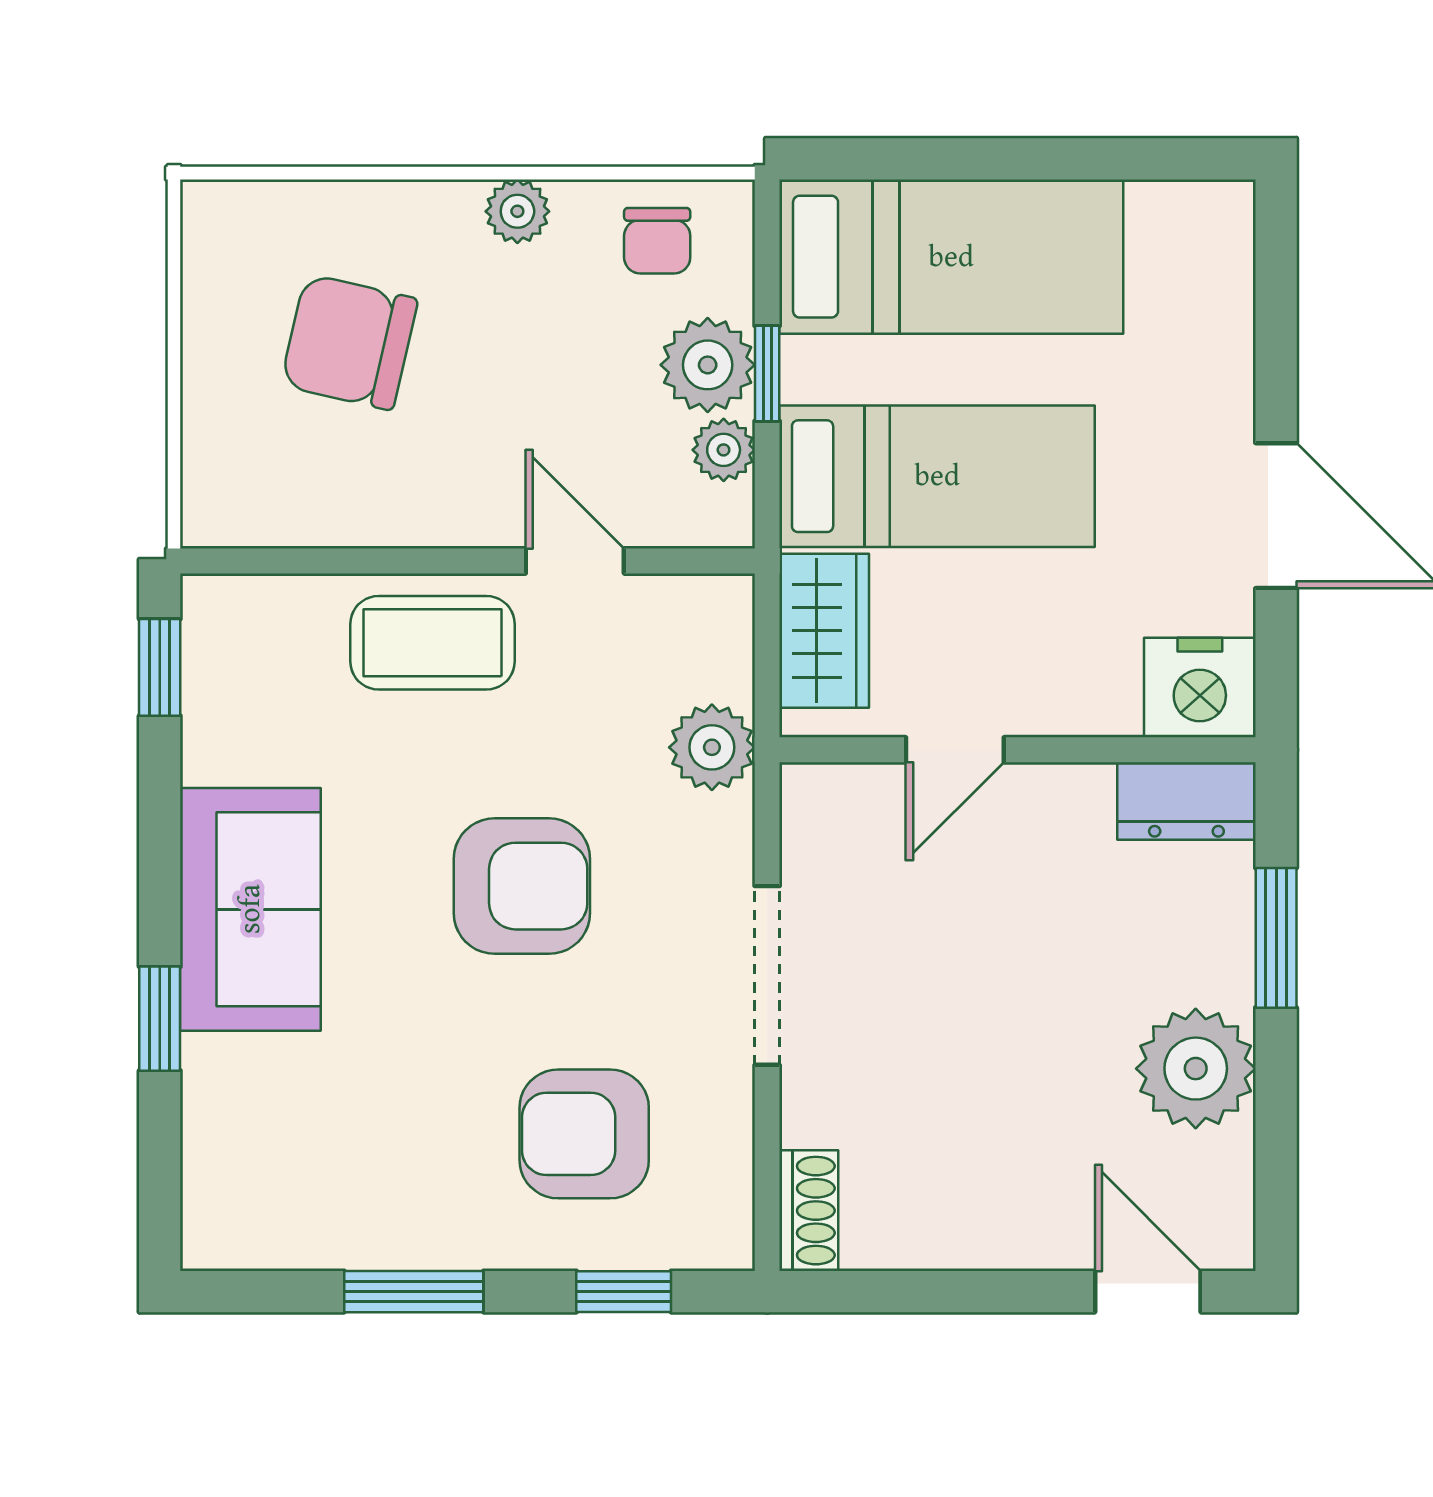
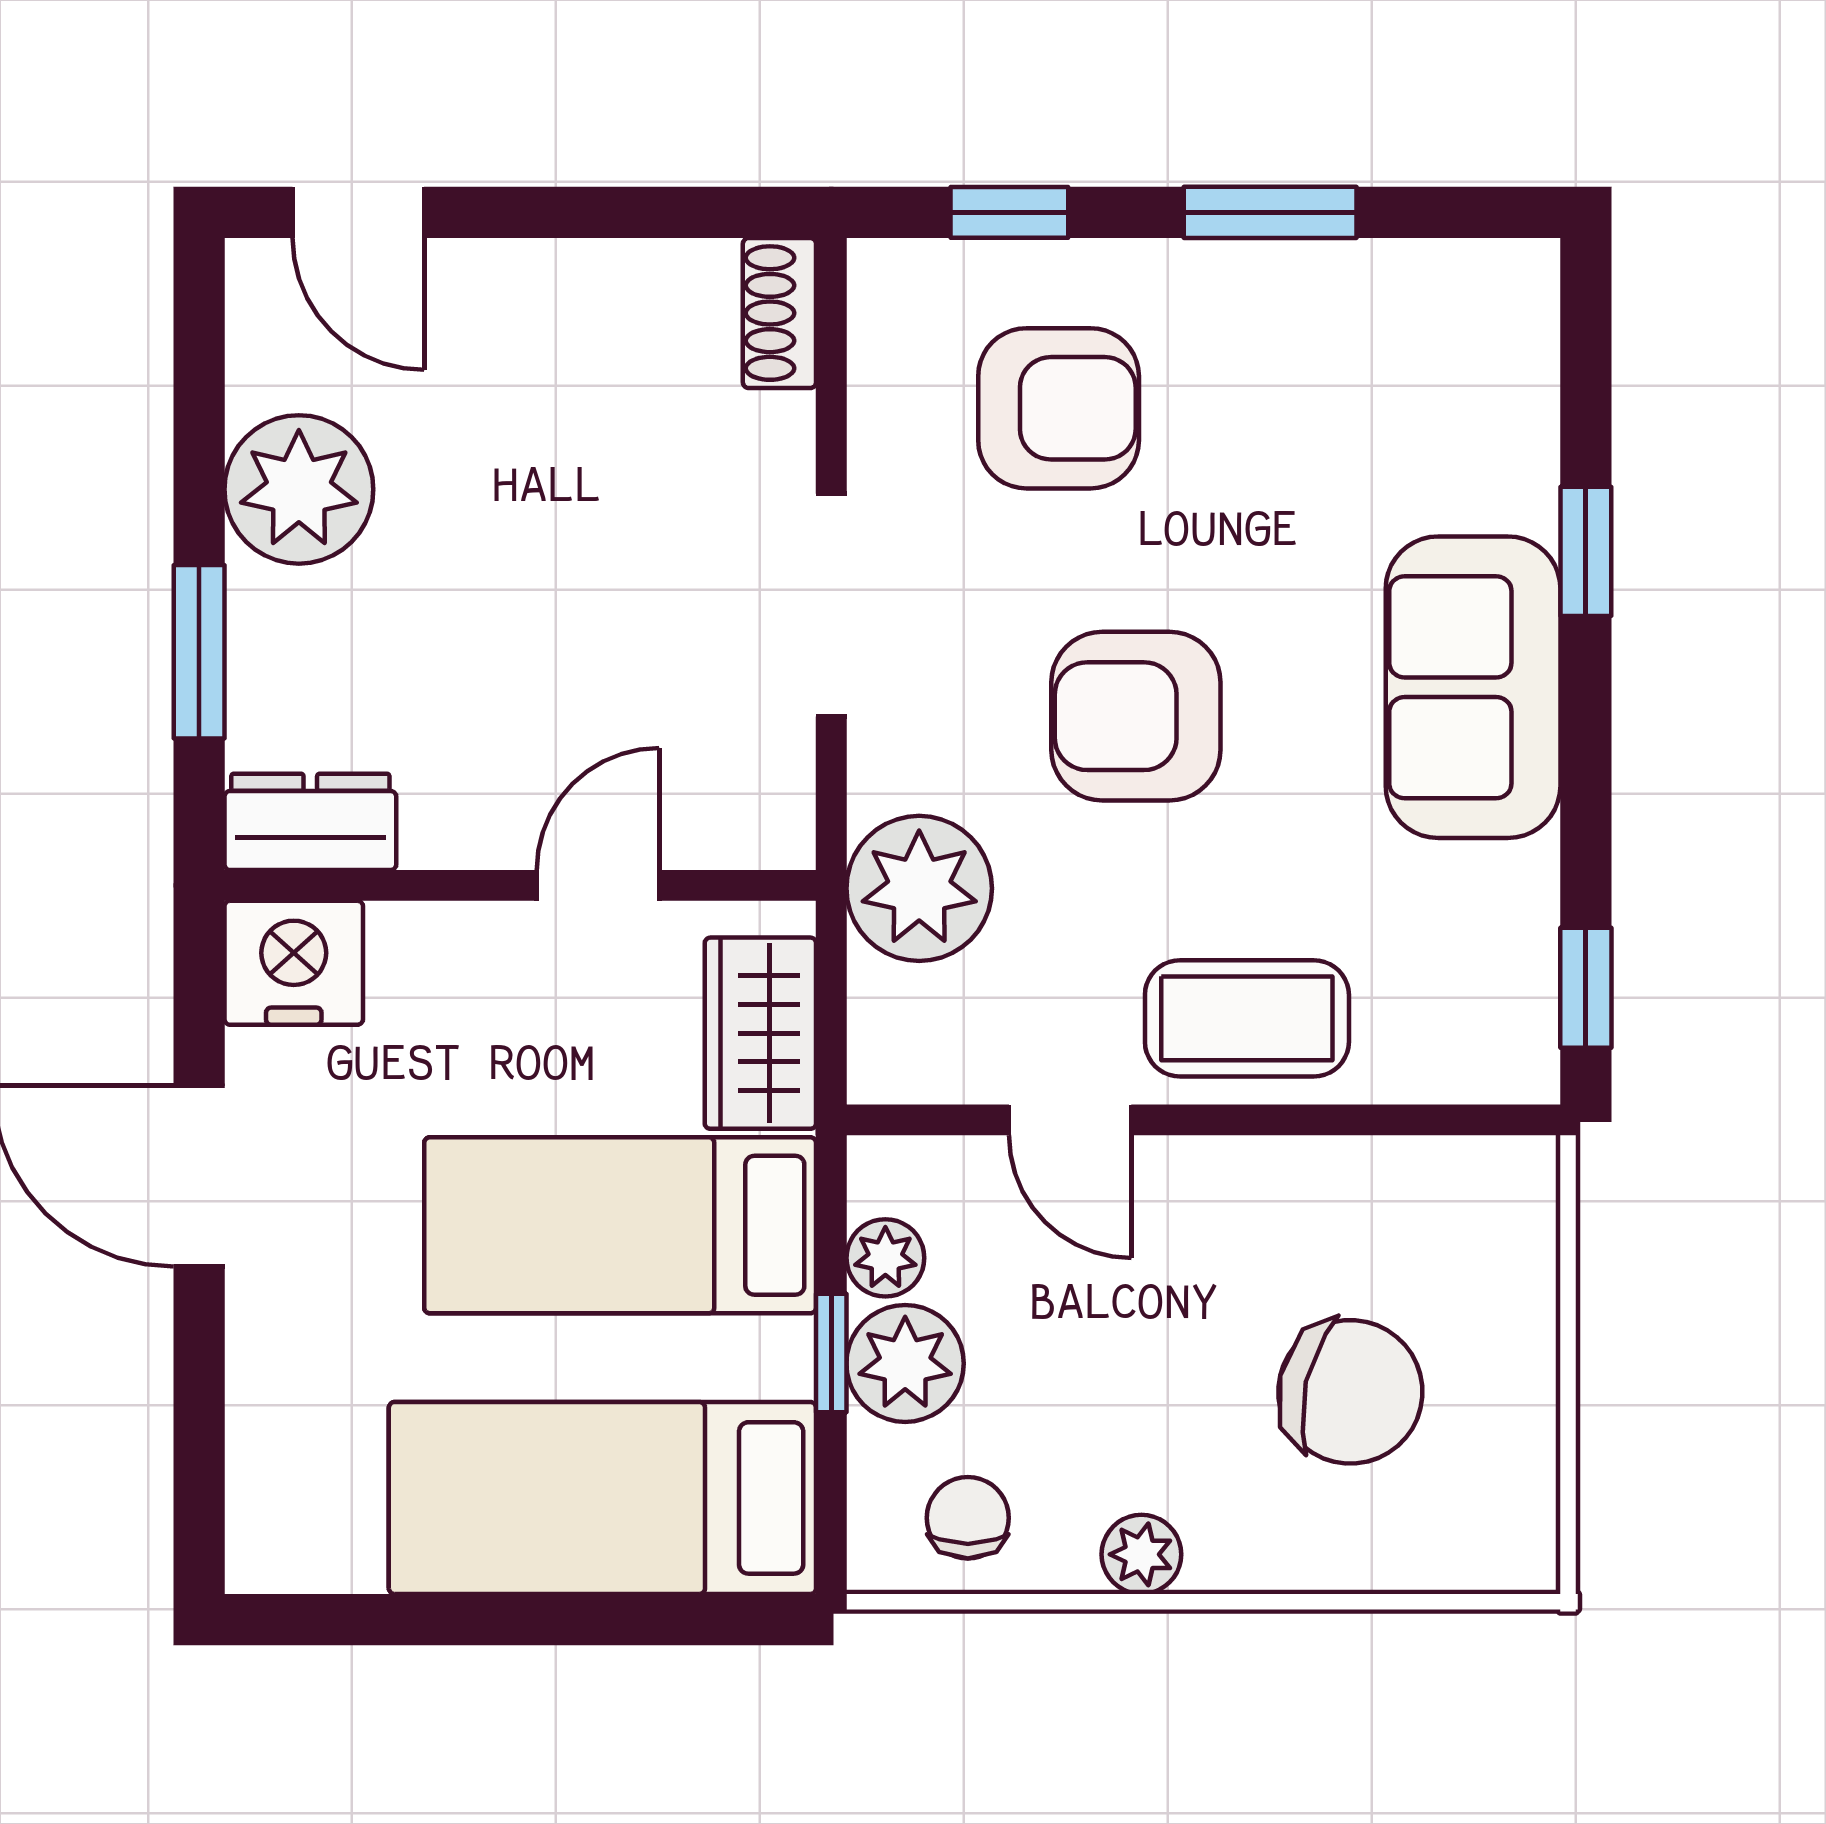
plant: (712, 747) -> (919, 888), width x1.36, depth x1.36

